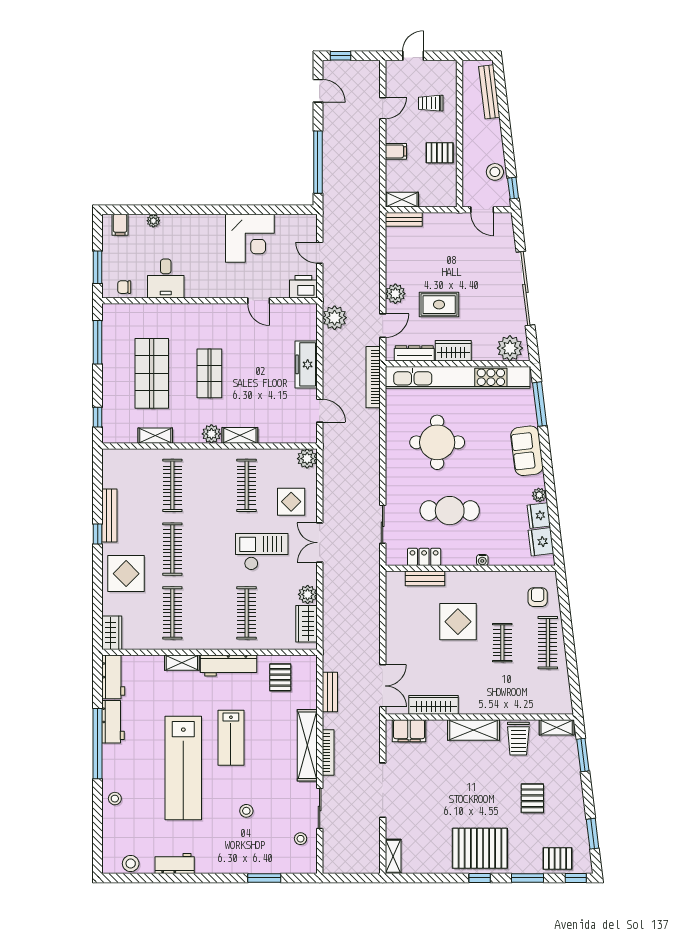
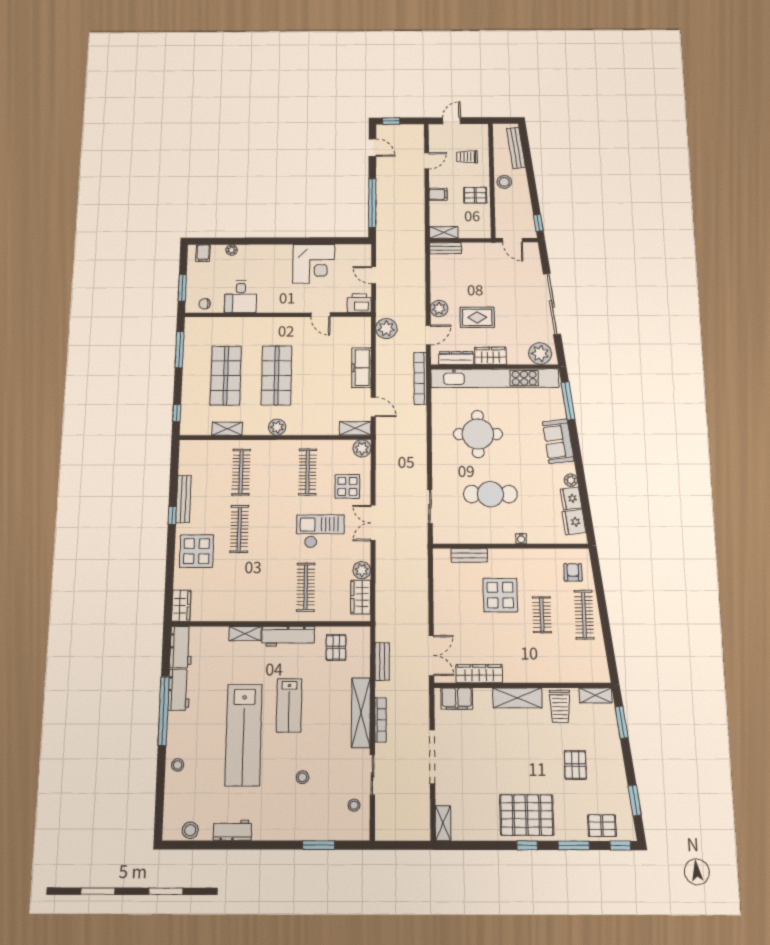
stool: (495, 172) -> (504, 182), moved
shop shelf: (209, 373) -> (277, 375), width x1.43, depth x1.36
shelving: (240, 435) -> (355, 428), moved
locker: (424, 557) -> (468, 536), removed
clothes rail: (172, 613) -> (238, 587), removed

